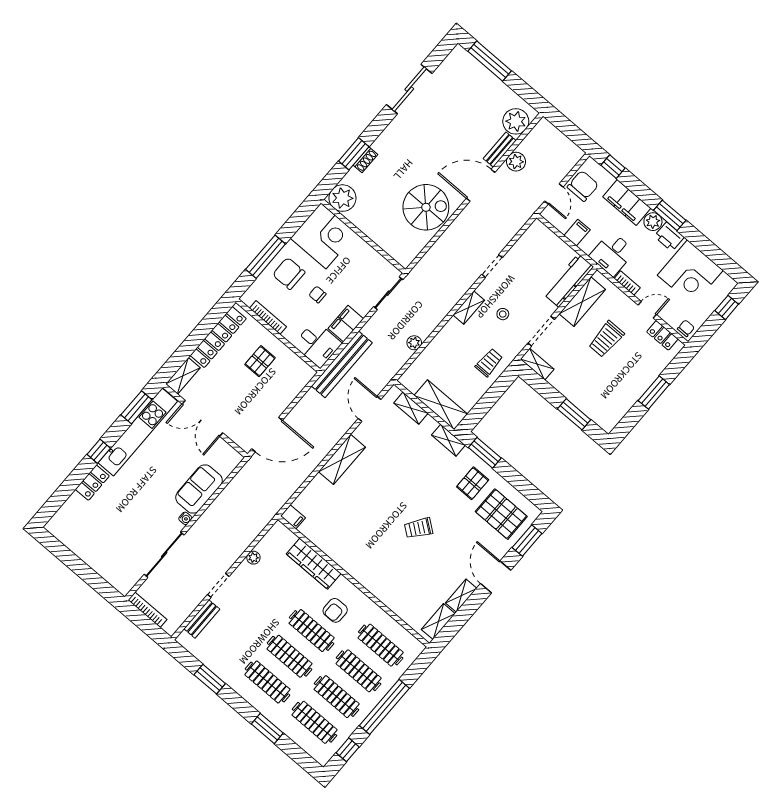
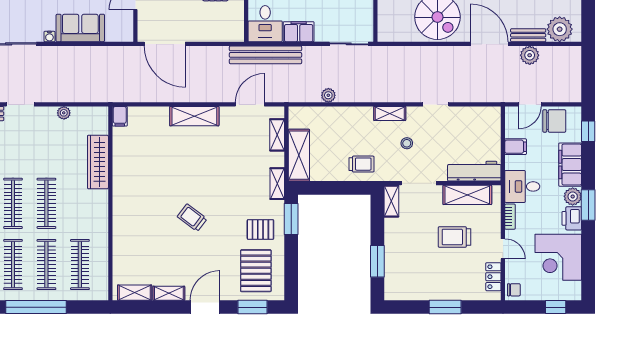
armchair: (335, 610) -> (77, 208), removed

